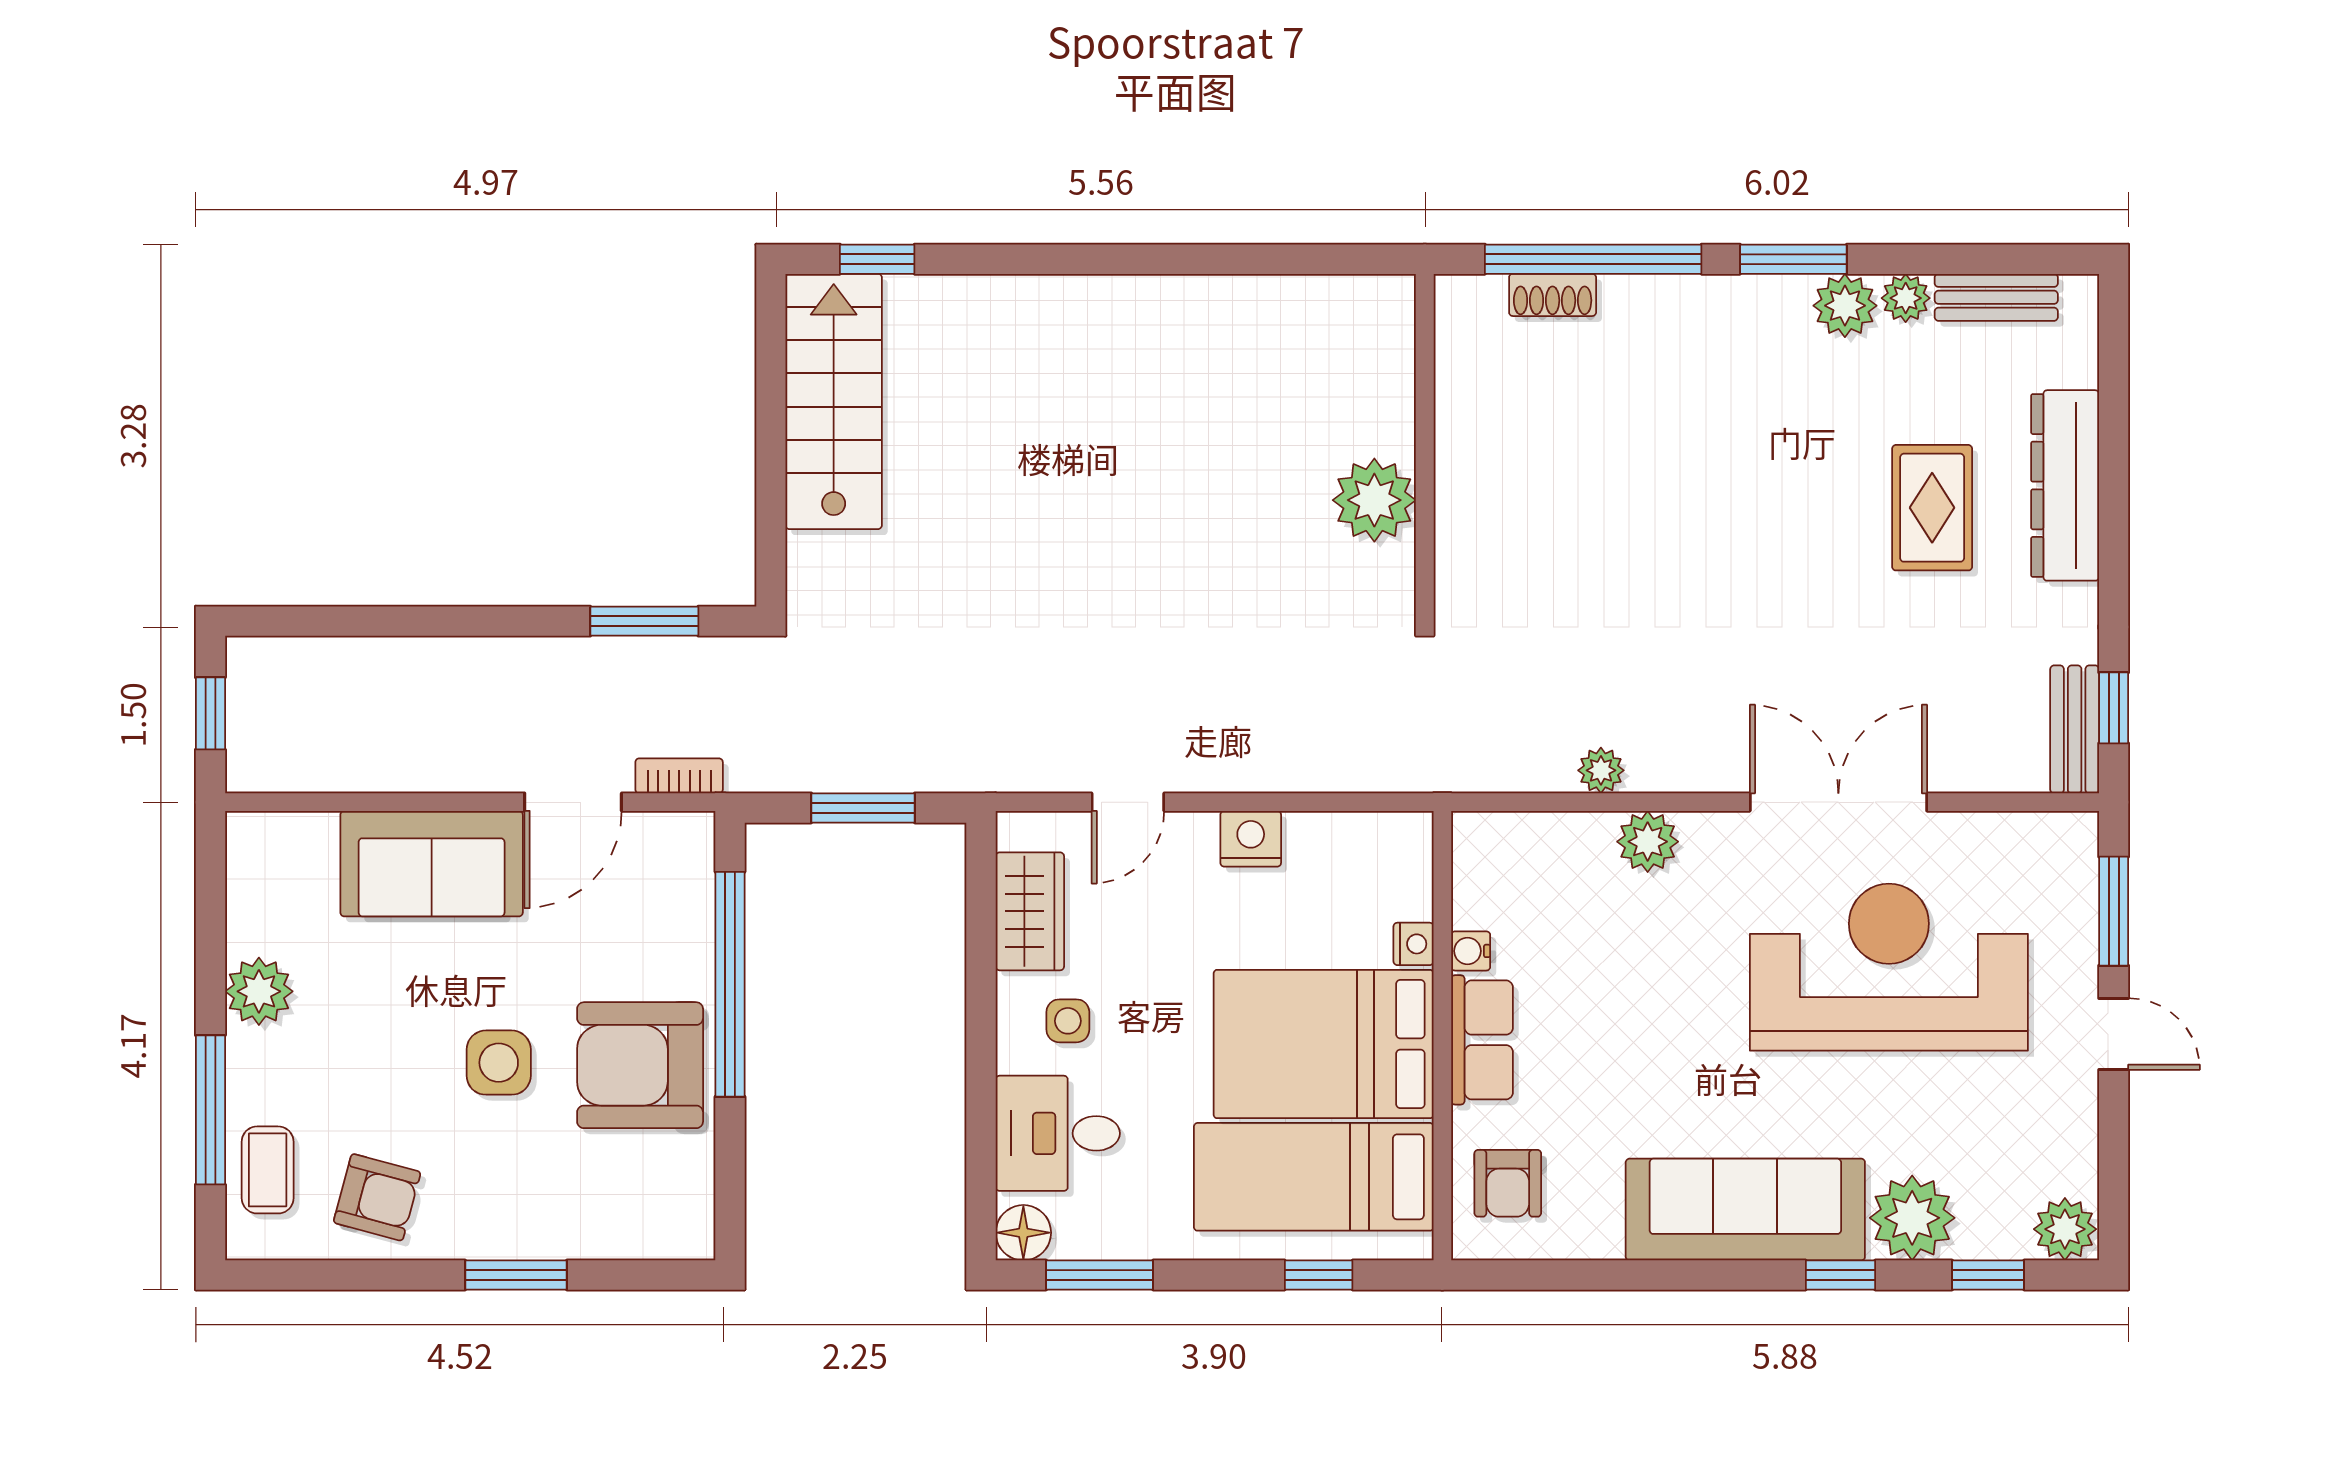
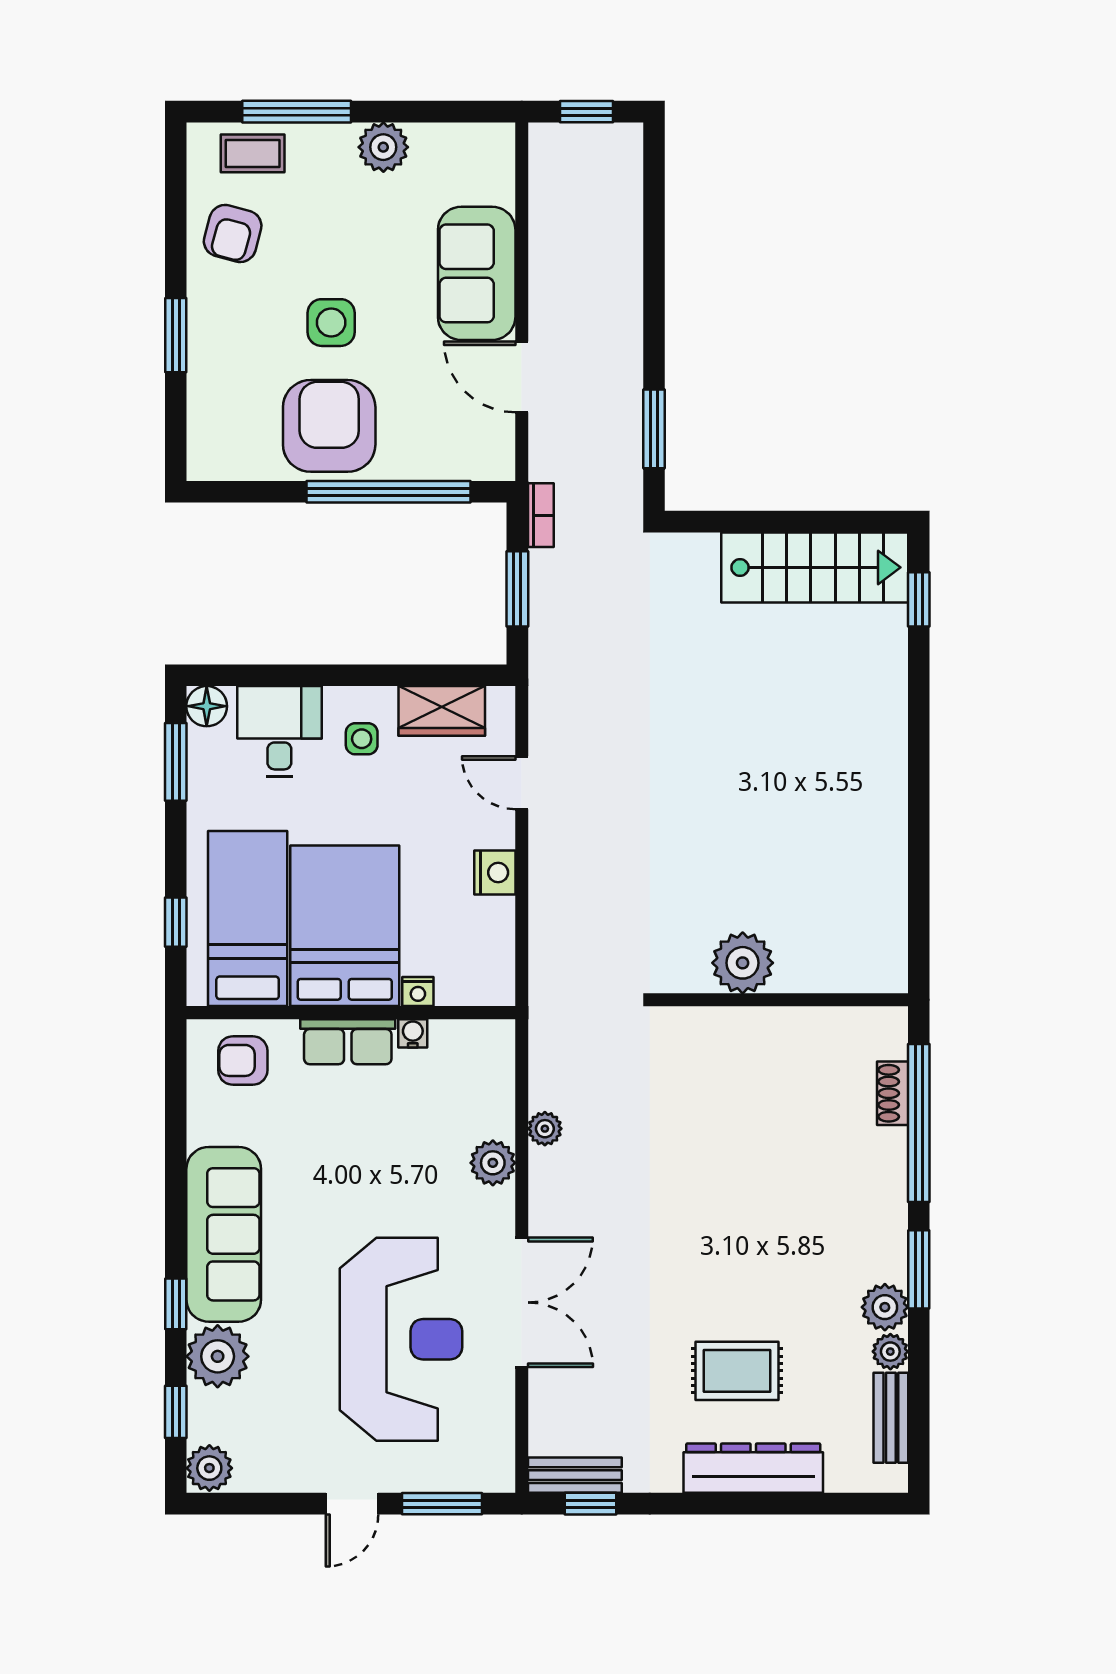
bookcase: (679, 776) -> (541, 515), moved

